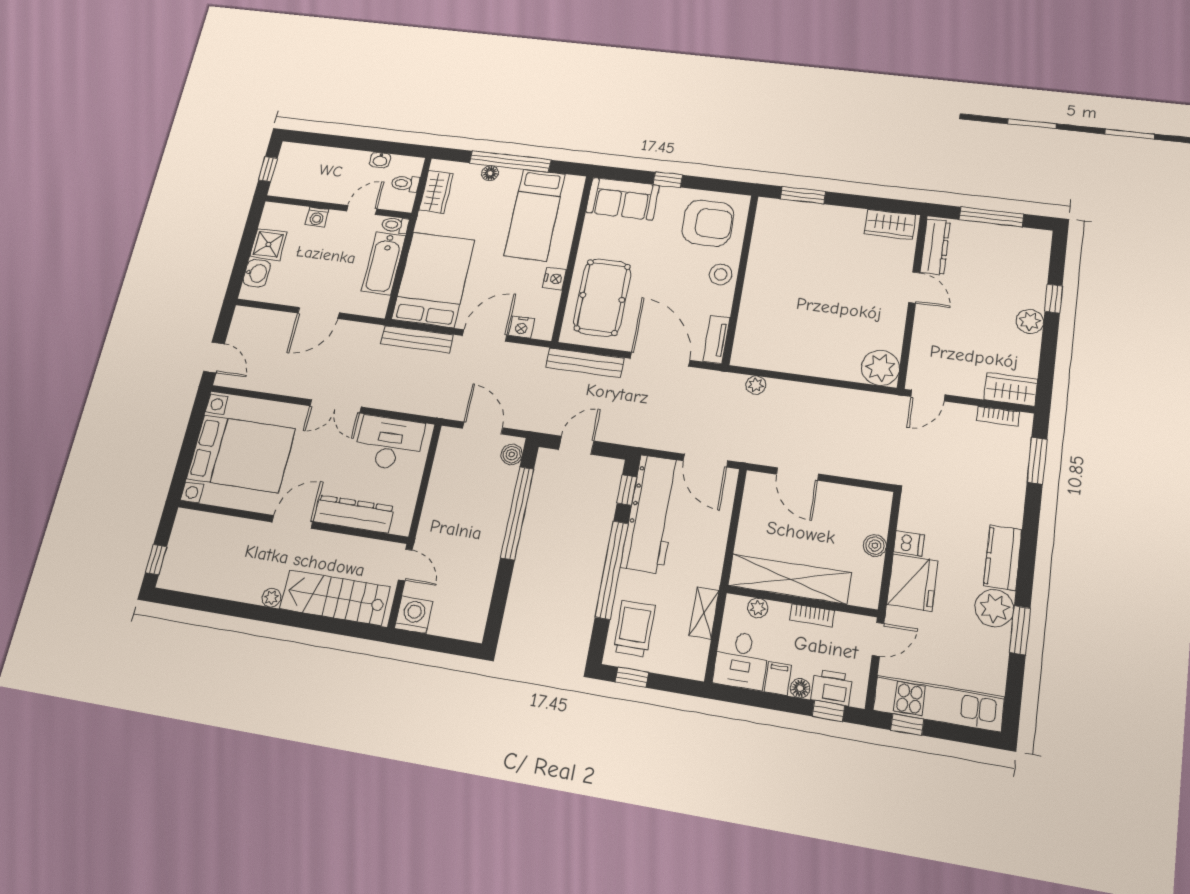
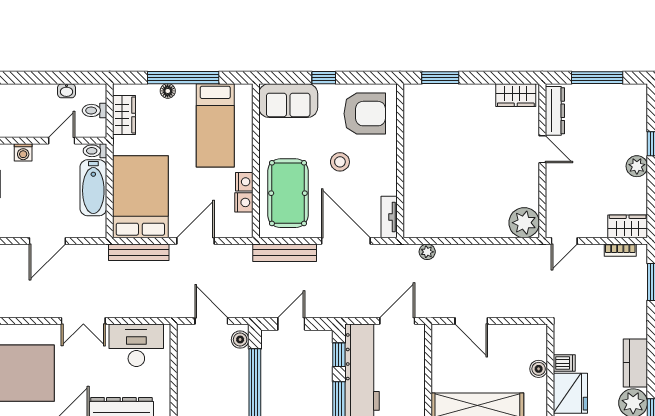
stool: (721, 274) -> (340, 162), moved
nightstand: (521, 327) -> (244, 202), moved, turned -90
door: (705, 461) -> (397, 321), swing flipped

